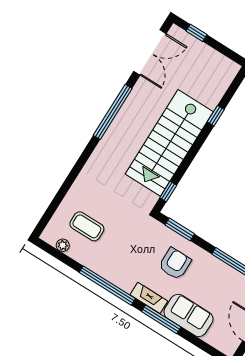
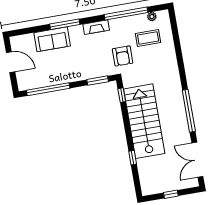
window: (197, 33) -> (171, 194), moved
armchair: (175, 264) -> (123, 56), moved
window: (107, 286) -> (126, 14), moved
fireplace: (149, 298) -> (96, 27), moved

